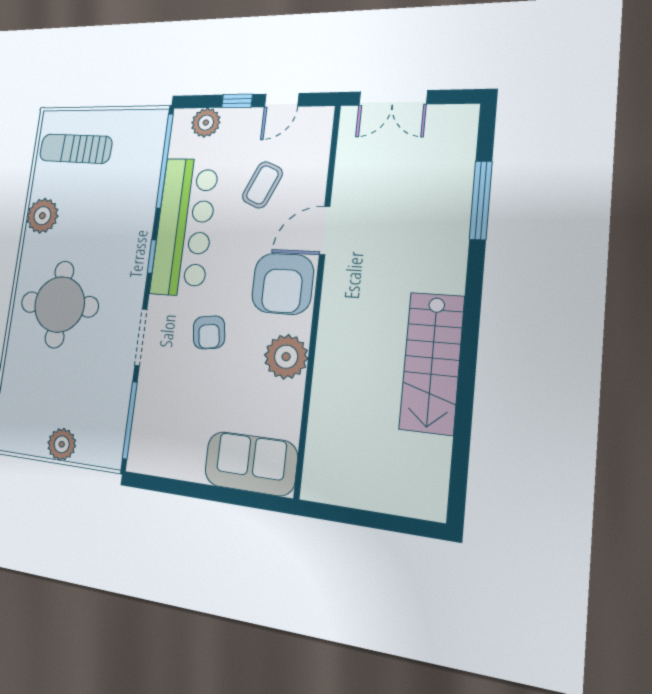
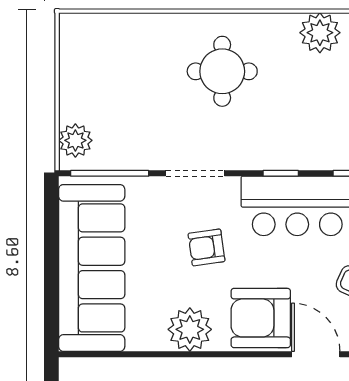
round table: (59, 304) -> (222, 71), width x0.73, depth x0.73
plant: (62, 444) -> (75, 140), moved
sofa: (251, 464) -> (92, 268), width x1.85, depth x1.27

